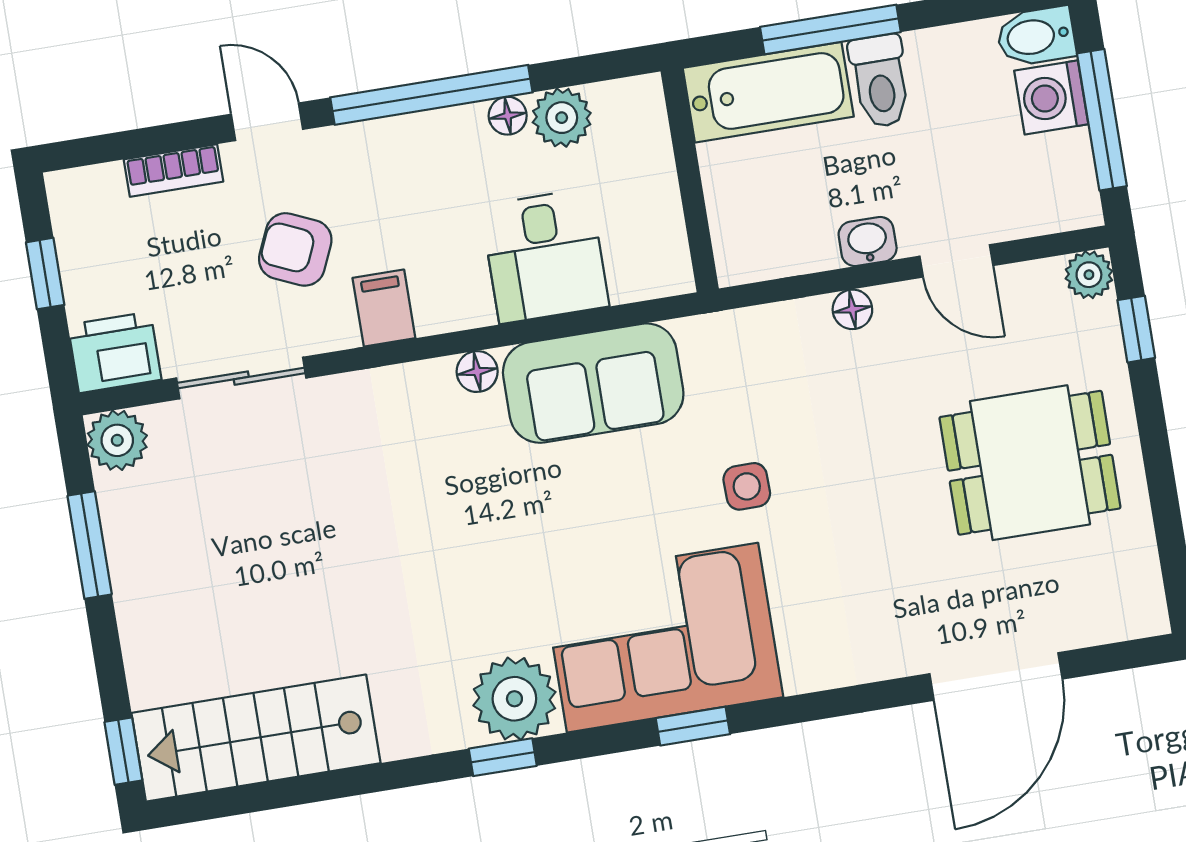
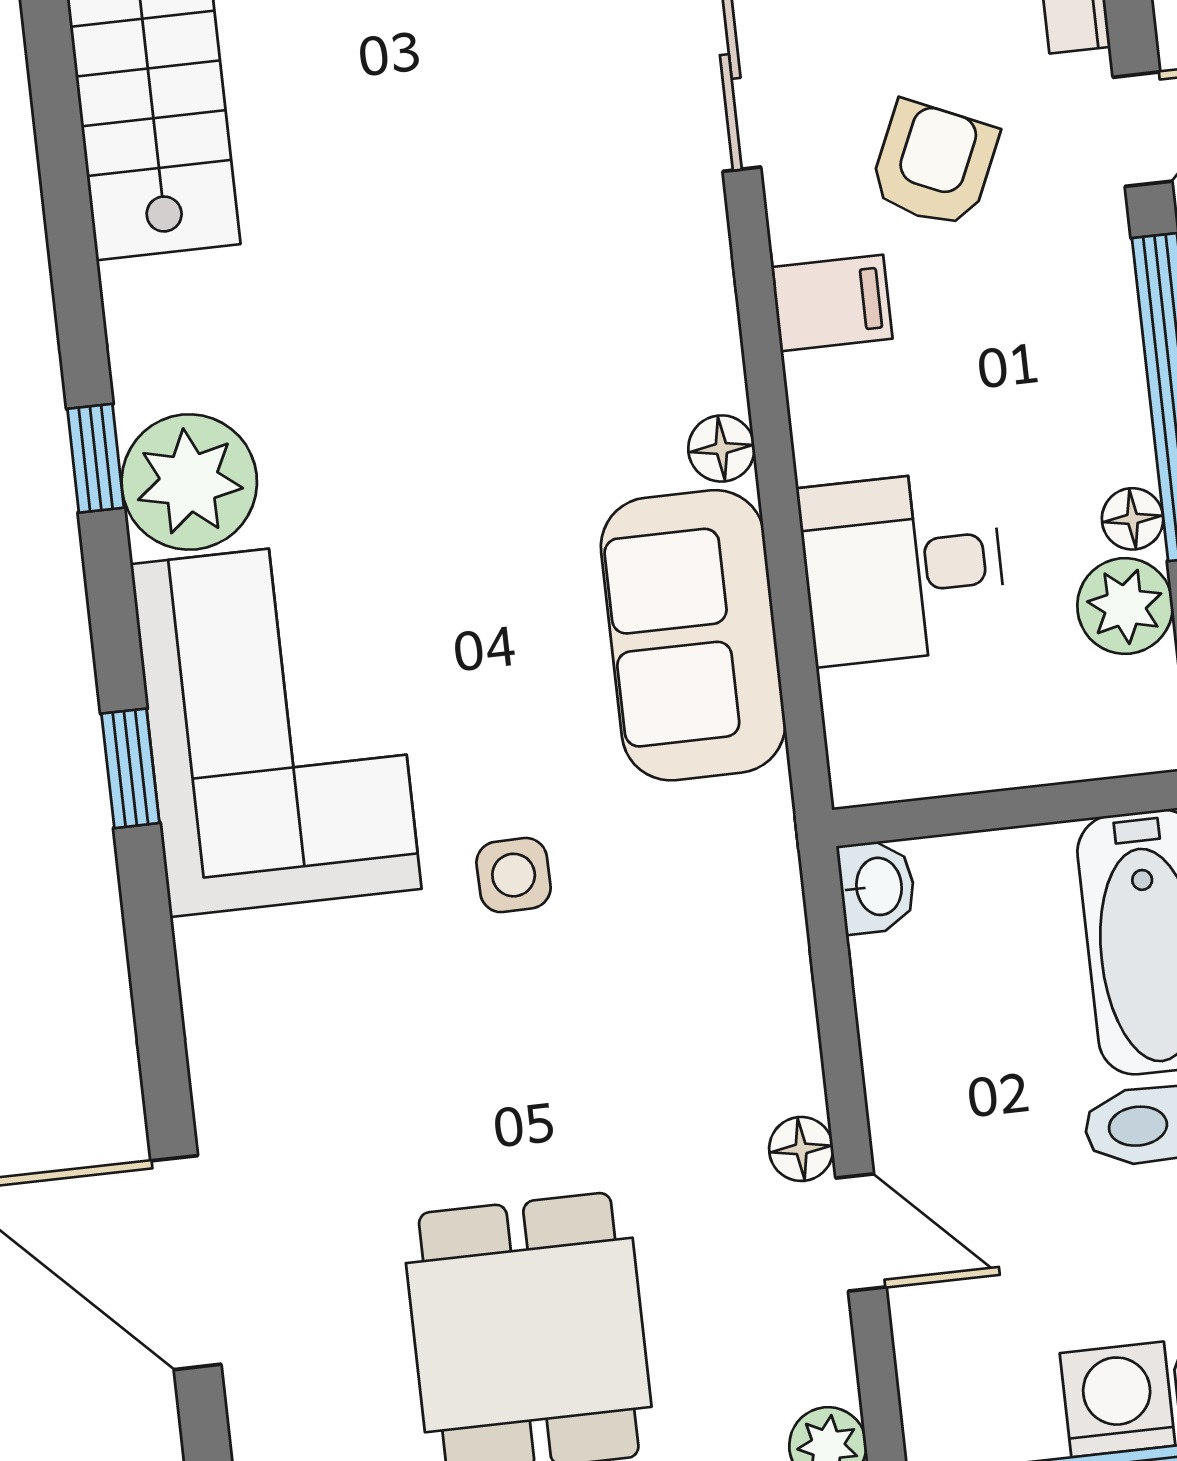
washbasin: (868, 241) -> (877, 887), moved
door: (956, 261) -> (861, 1233), swing flipped
floor lamp: (852, 309) -> (801, 1149), moved

